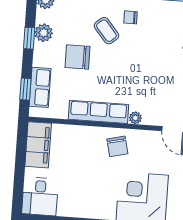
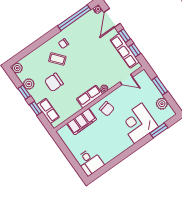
window: (25, 89) -> (36, 108), moved
row of seats: (99, 112) -> (90, 97), width x0.68
filing cabinet: (38, 145) -> (82, 122), moved, turned 90

